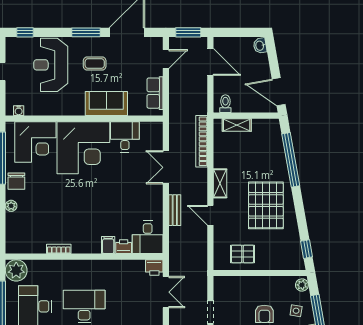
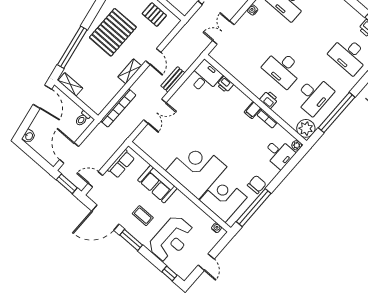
shelving: (237, 125) -> (70, 84), moved
desk: (125, 137) -> (279, 153), moved, turned -90
plant: (11, 206) -> (297, 145), moved
filing cabinet: (108, 245) -> (253, 110), moved
printer: (154, 267) -> (269, 100), moved

